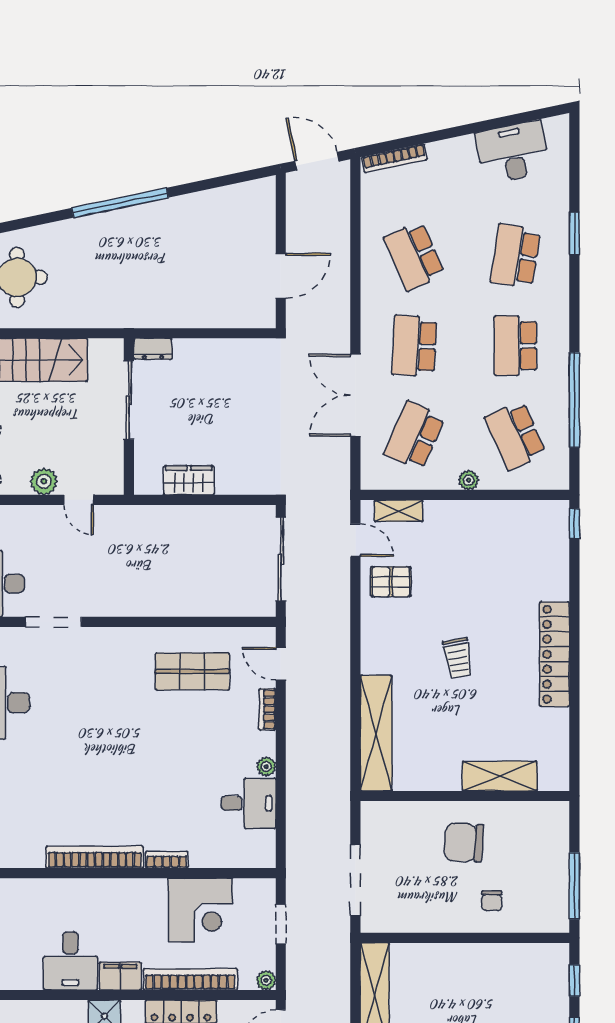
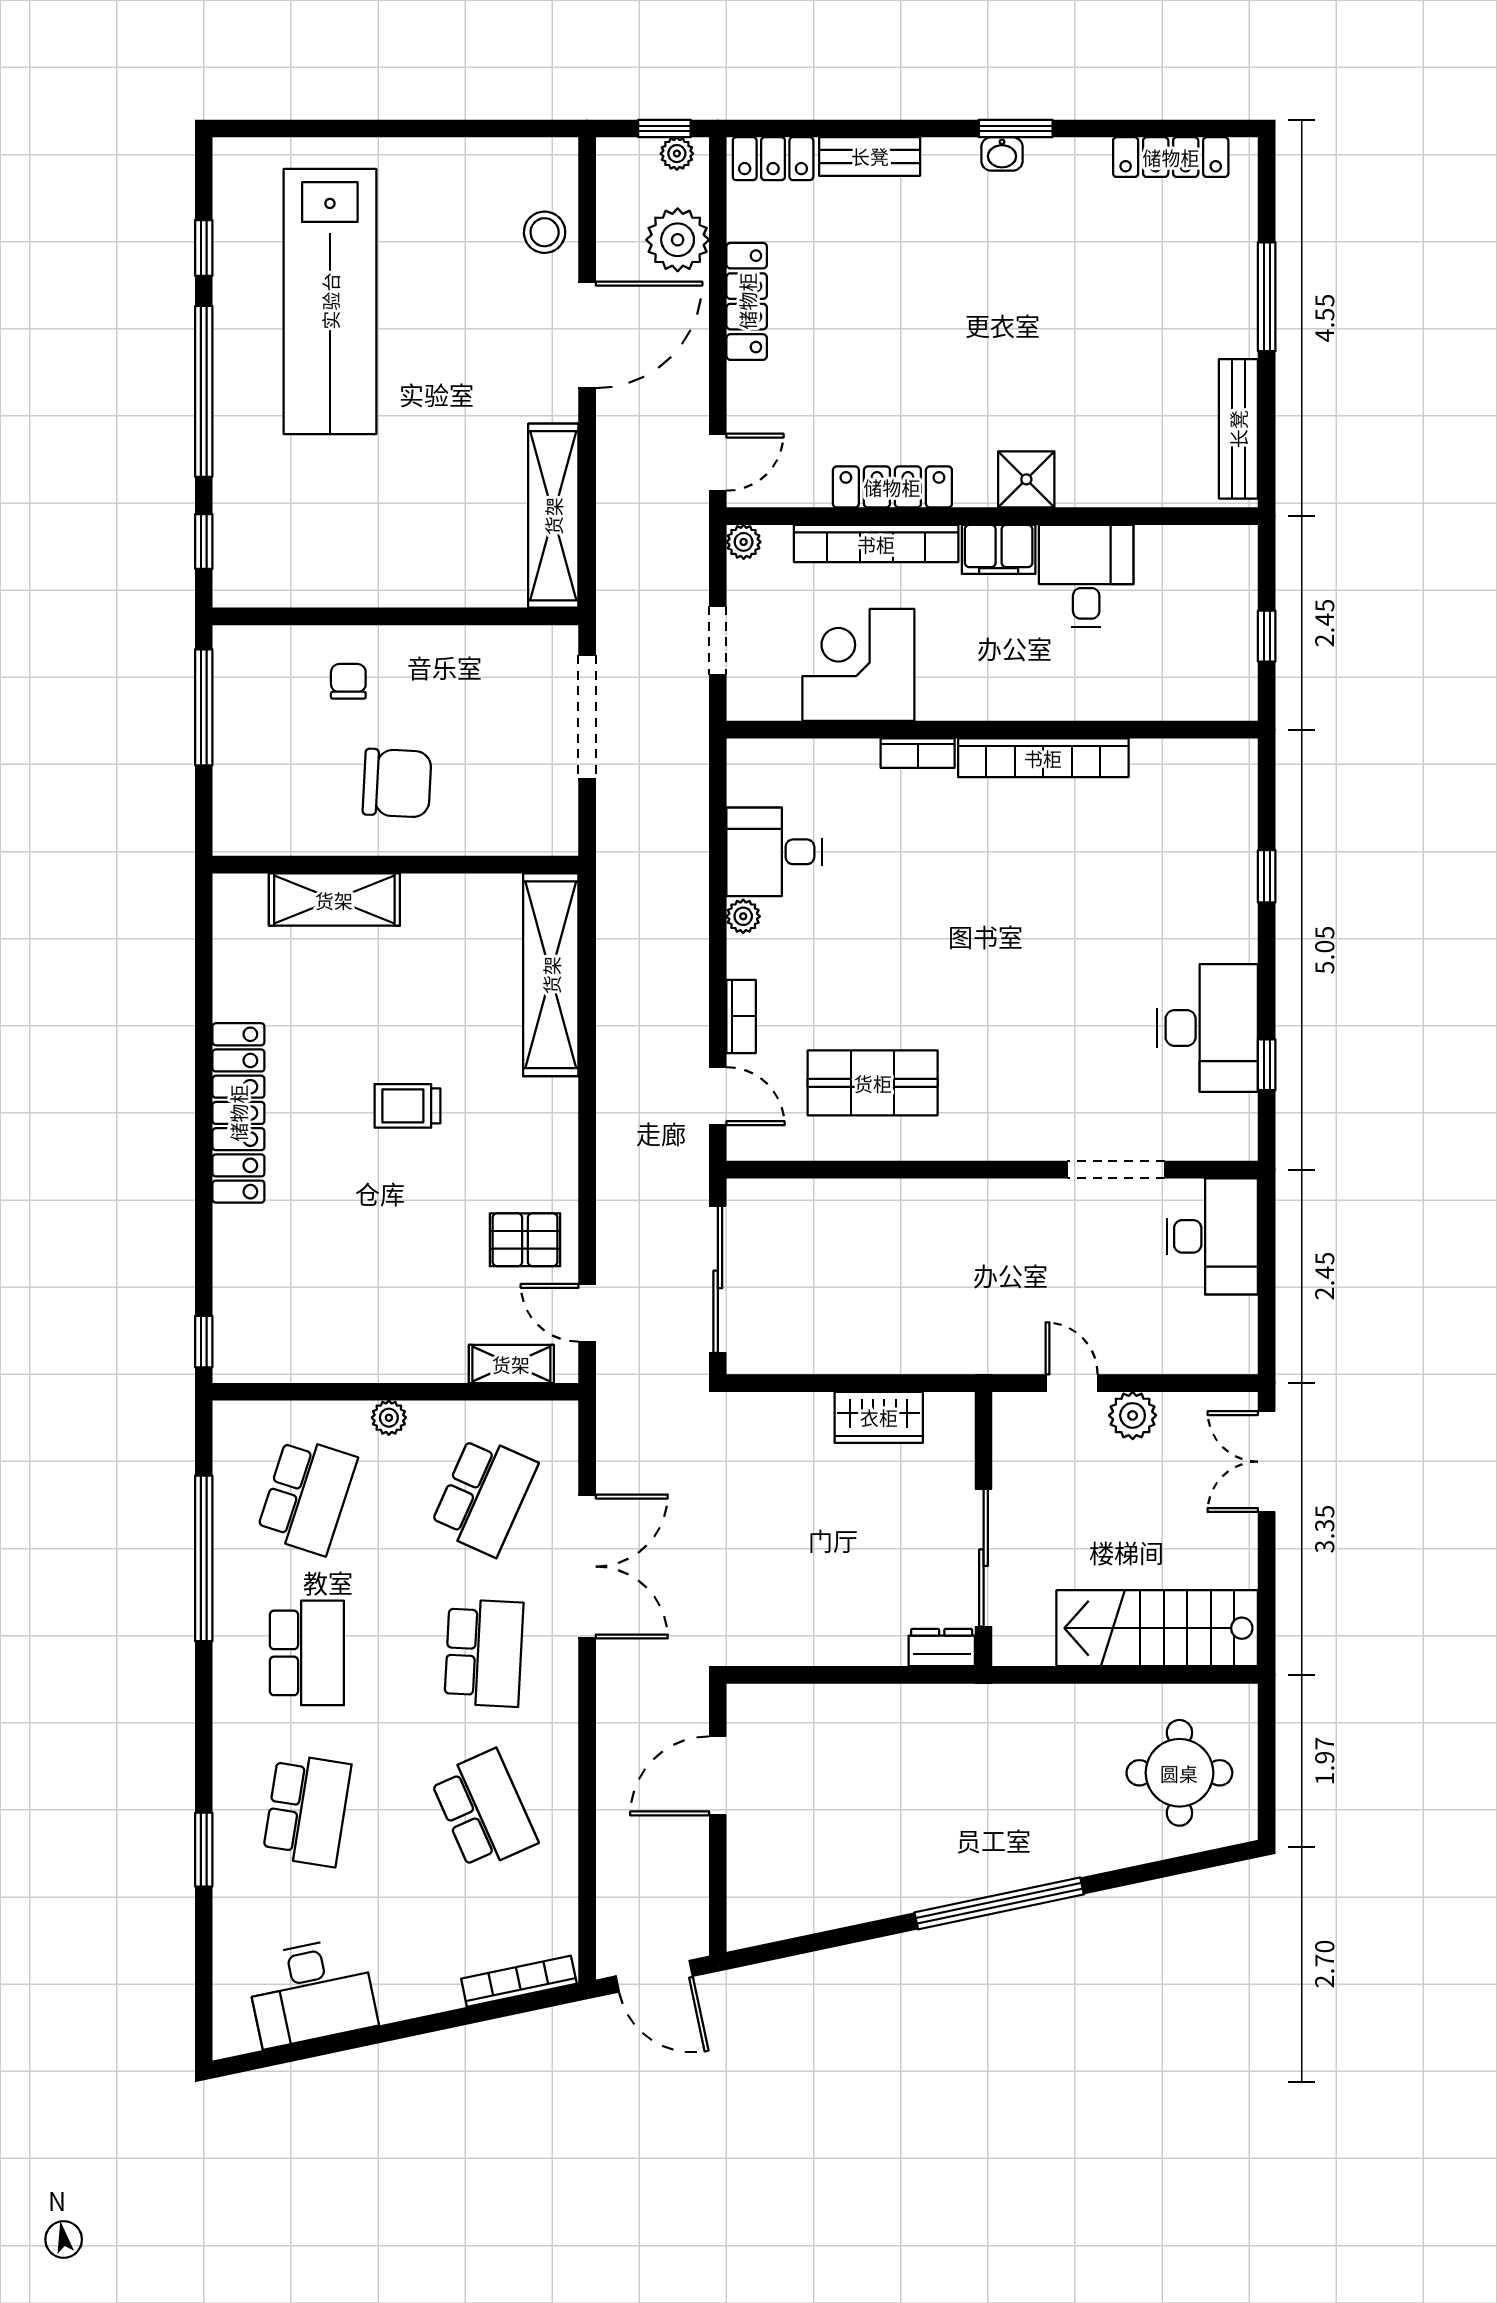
school desk: (515, 436) -> (307, 1496), turned 42
trolley: (458, 658) -> (408, 1106), turned -80

